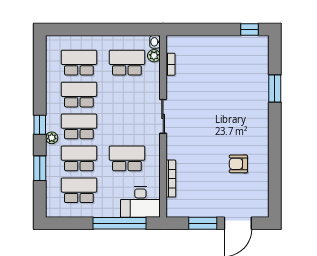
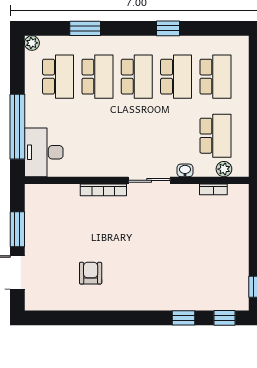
washbasin: (155, 42) -> (185, 170), moved
window: (275, 55) -> (224, 318), added
window: (275, 88) -> (184, 318), width x0.67
window: (40, 125) -> (168, 28), moved
plant: (52, 138) -> (32, 43), moved
school desk: (127, 158) -> (97, 136), removed
bookcase: (171, 179) -> (103, 190), moved

